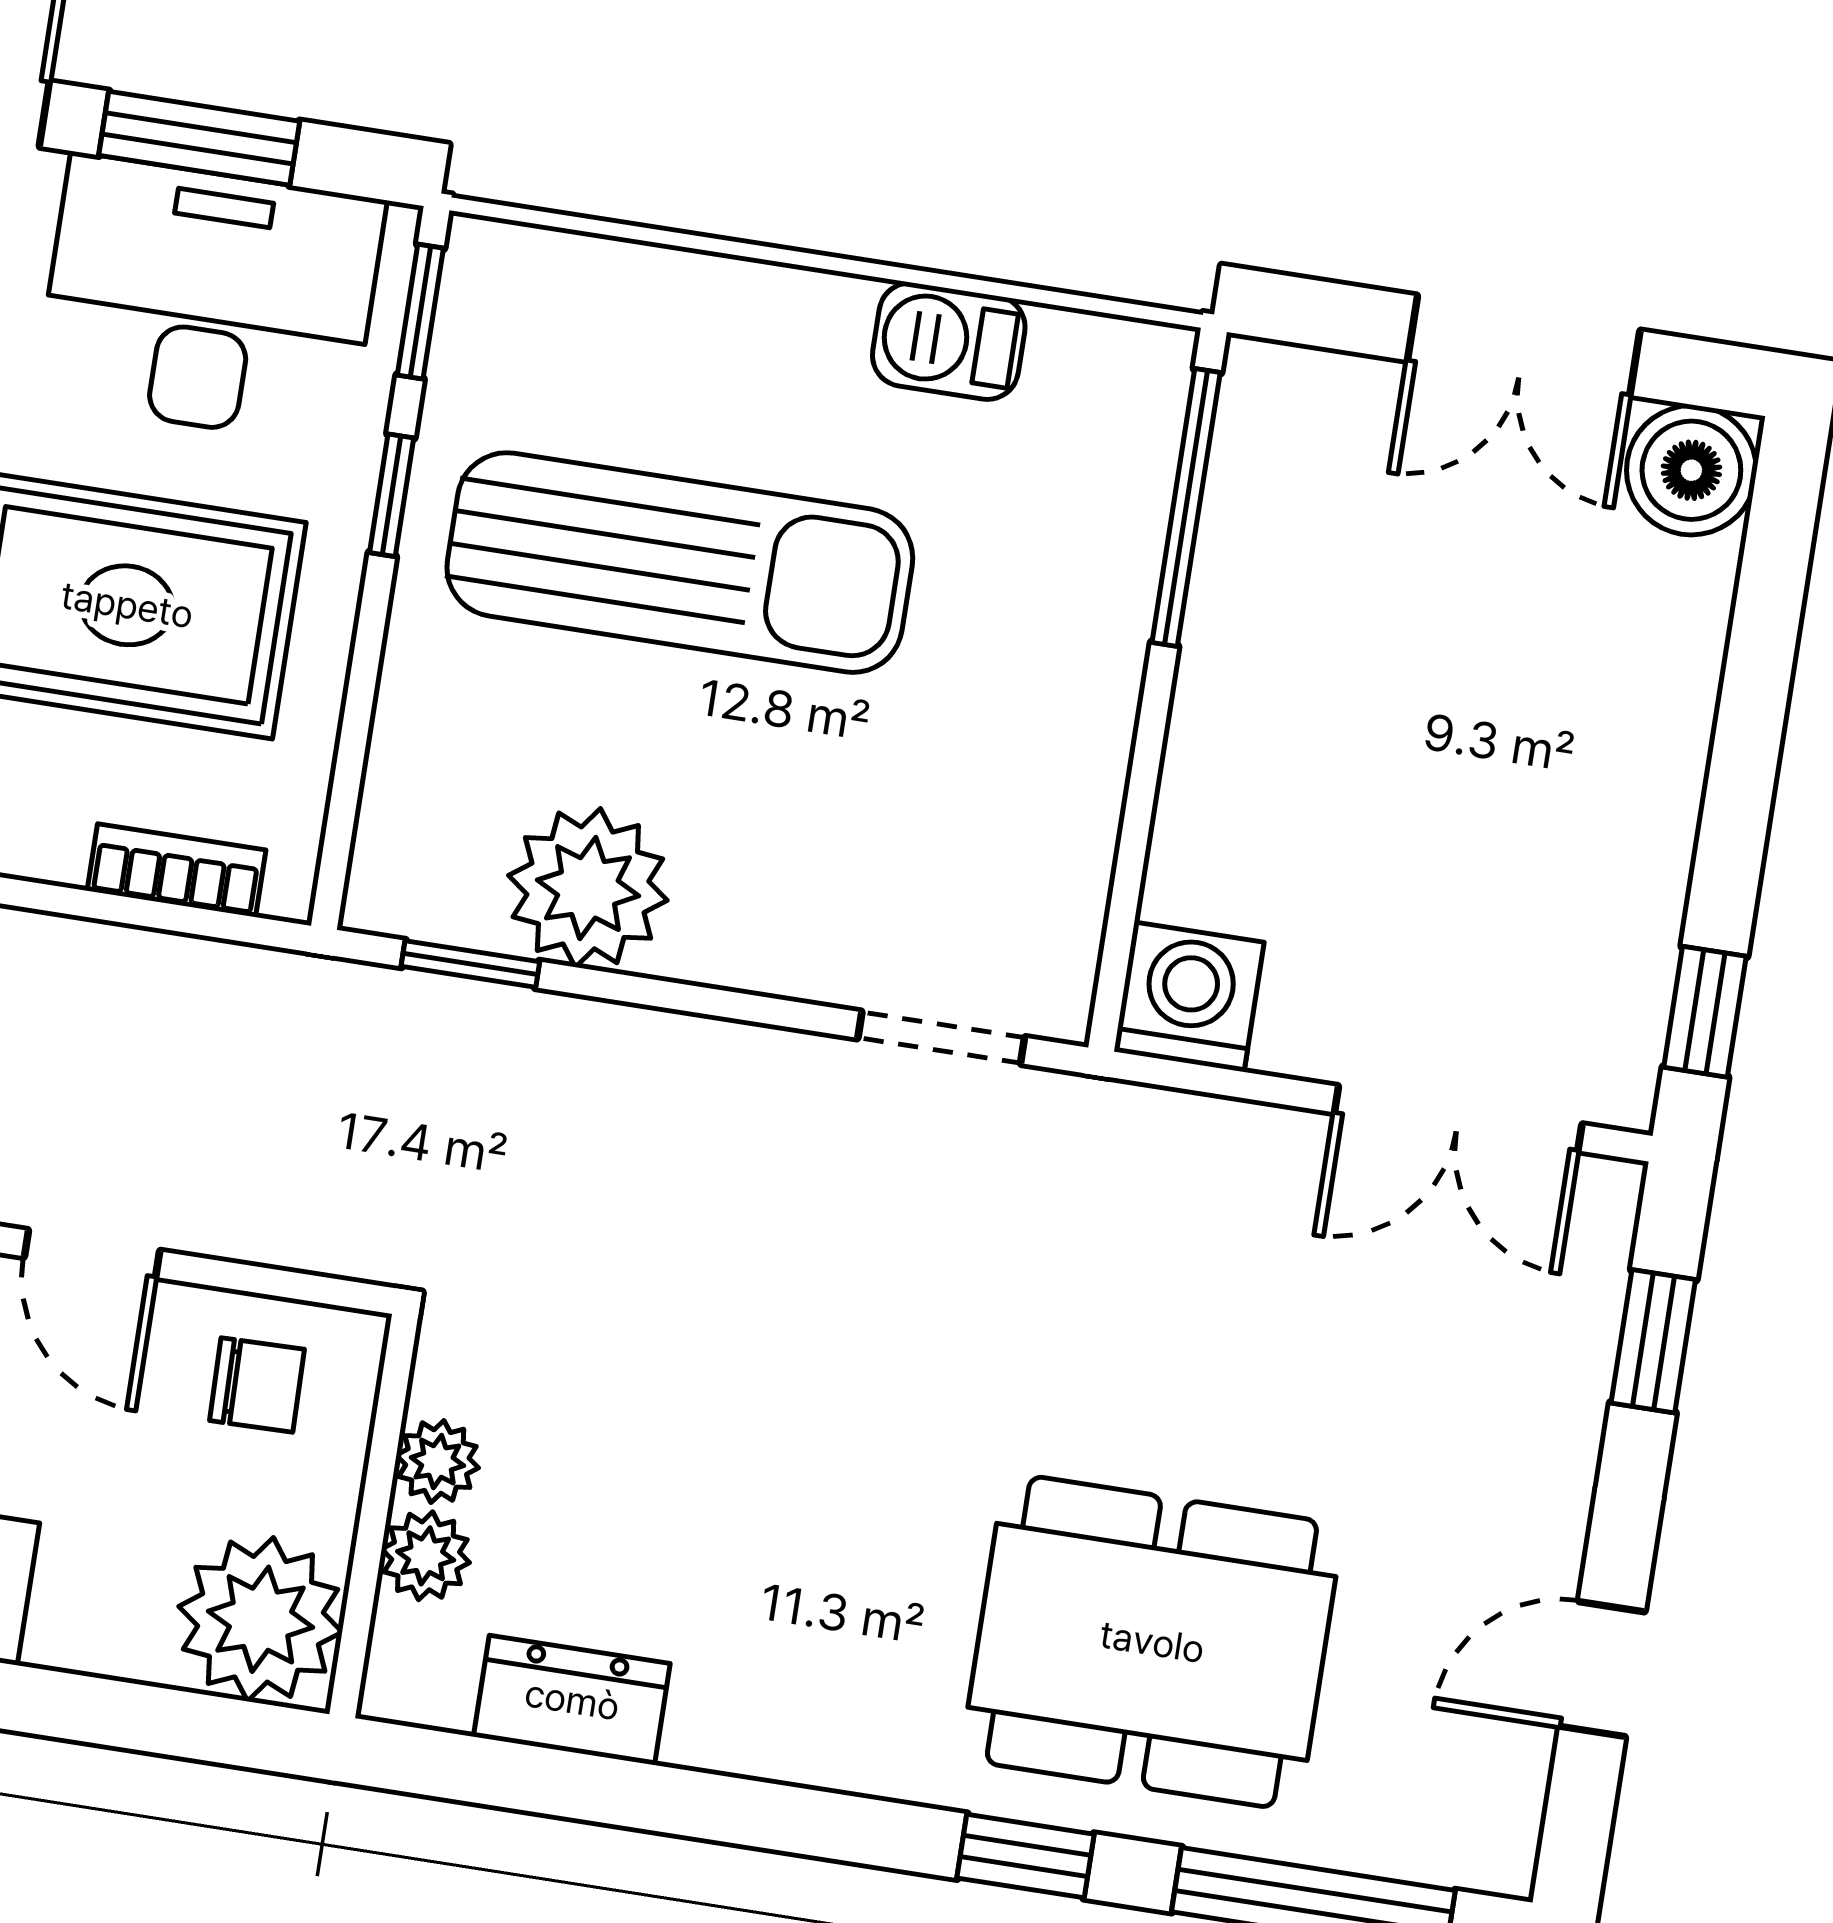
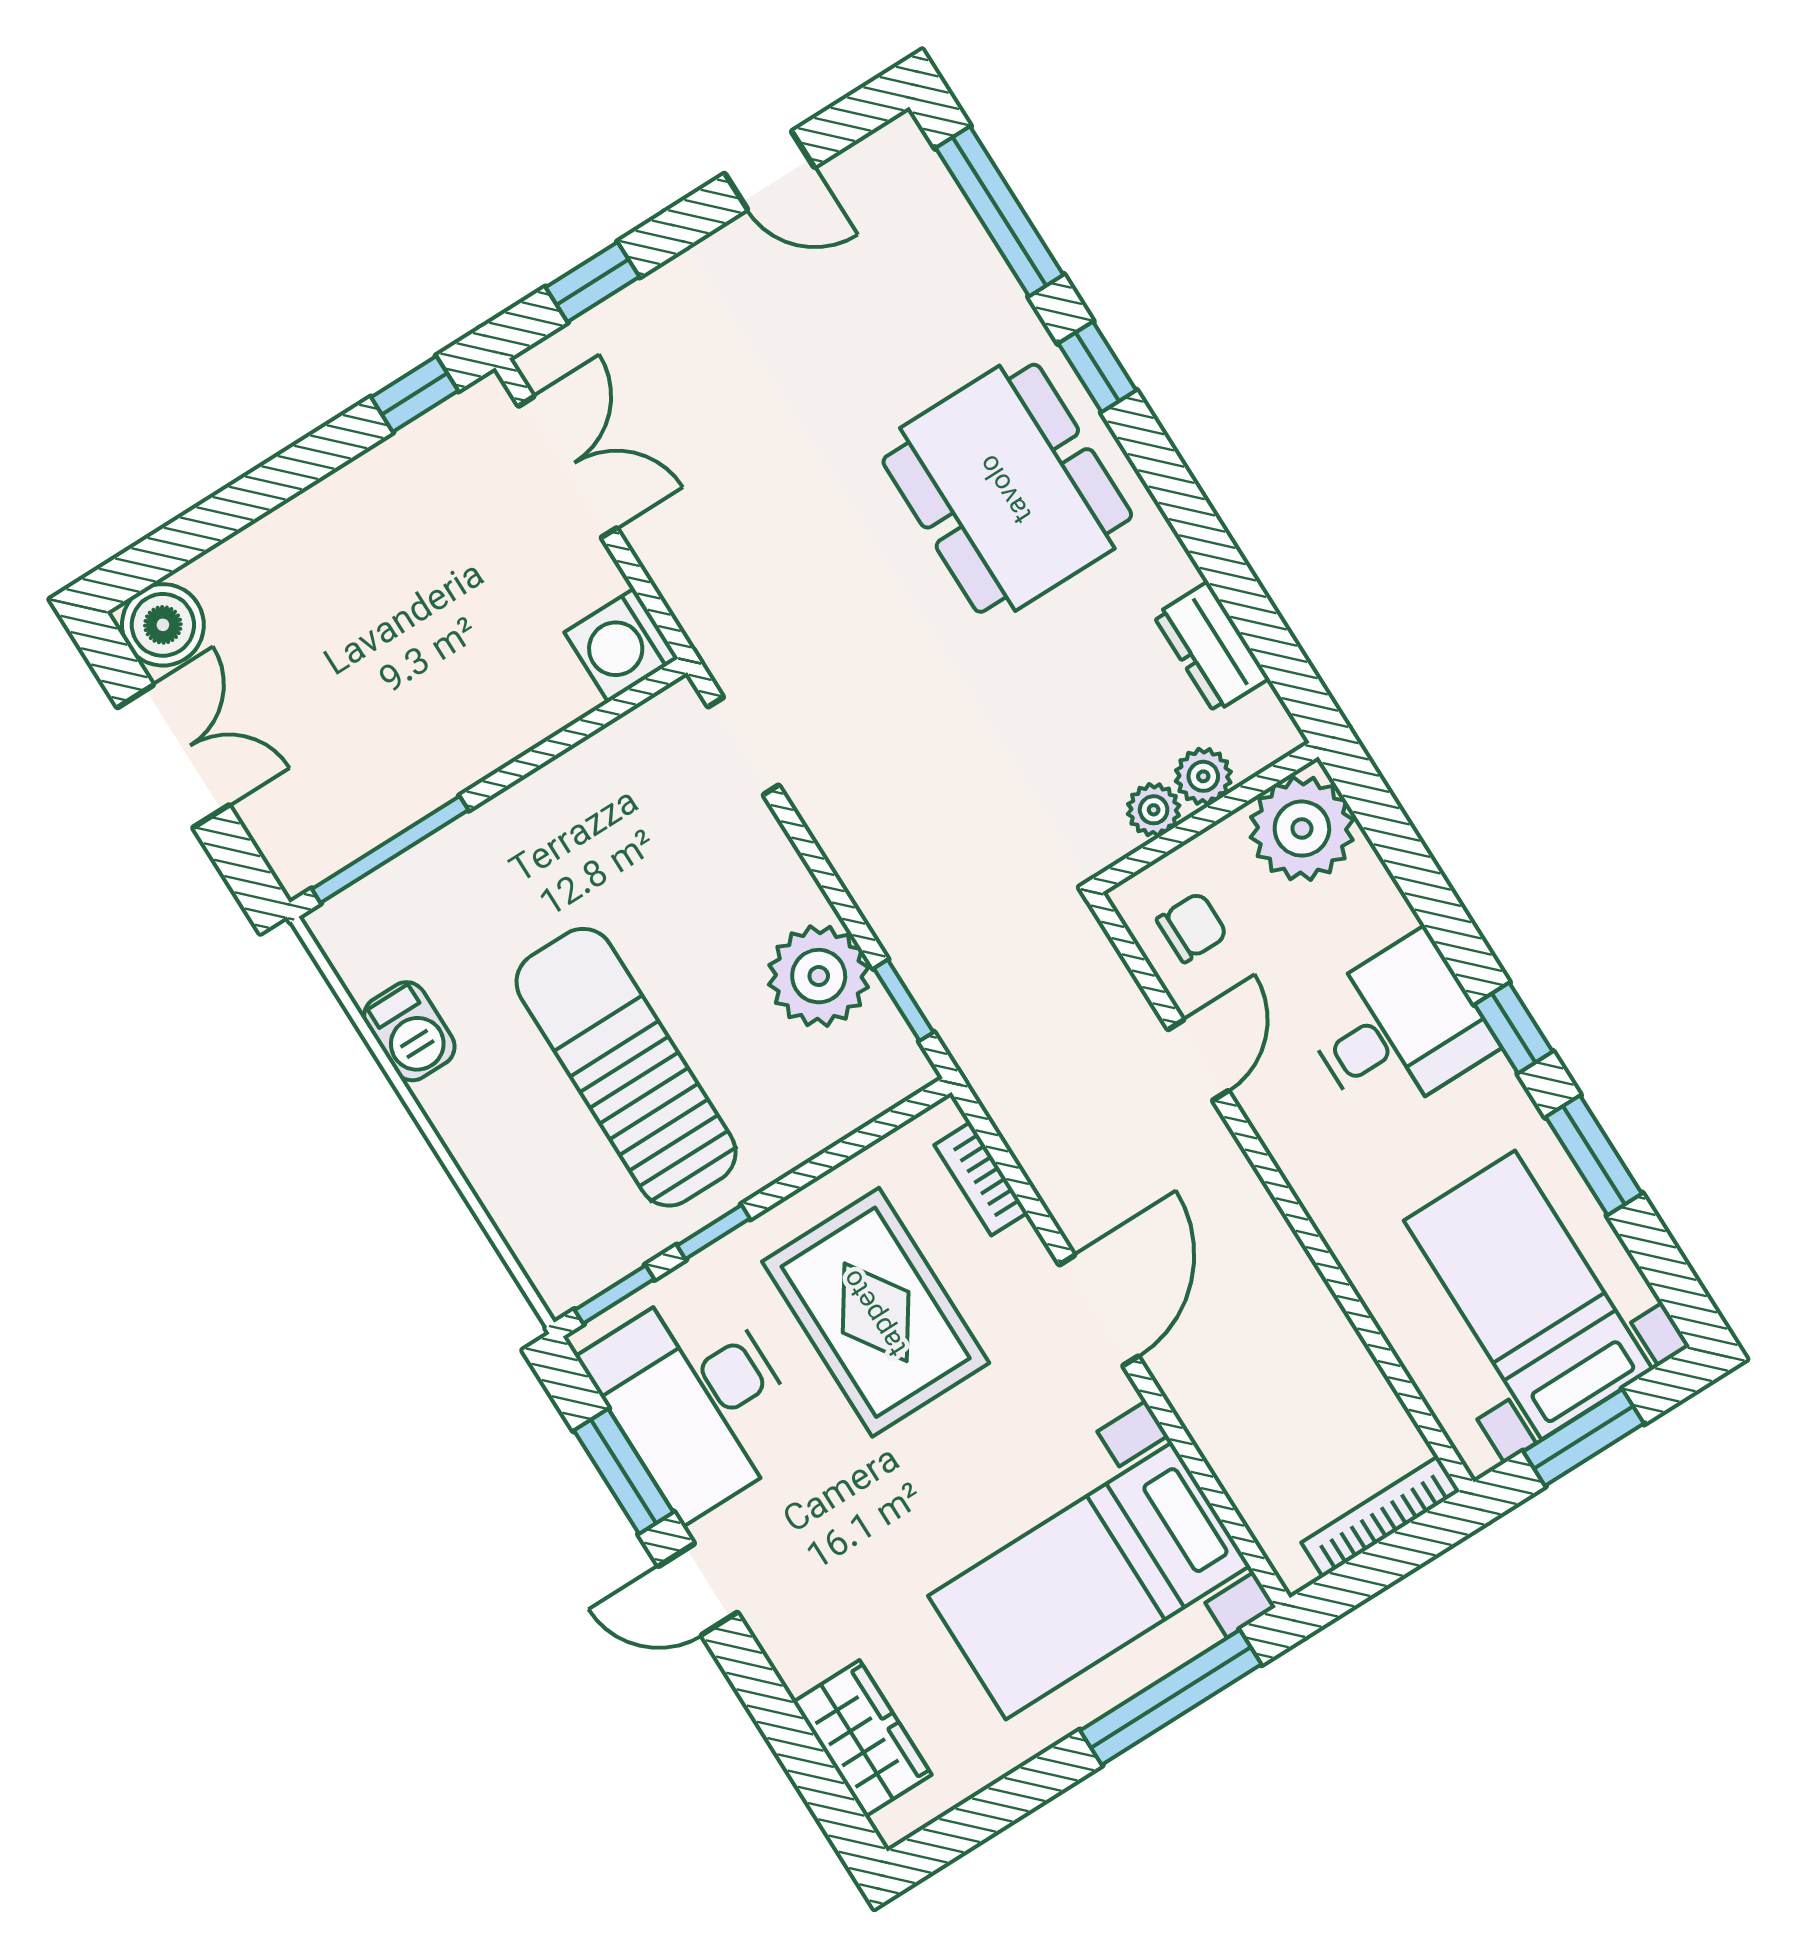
chair: (257, 1385) -> (1192, 927), turned 91
dining table: (1152, 1642) -> (1007, 488), moved

